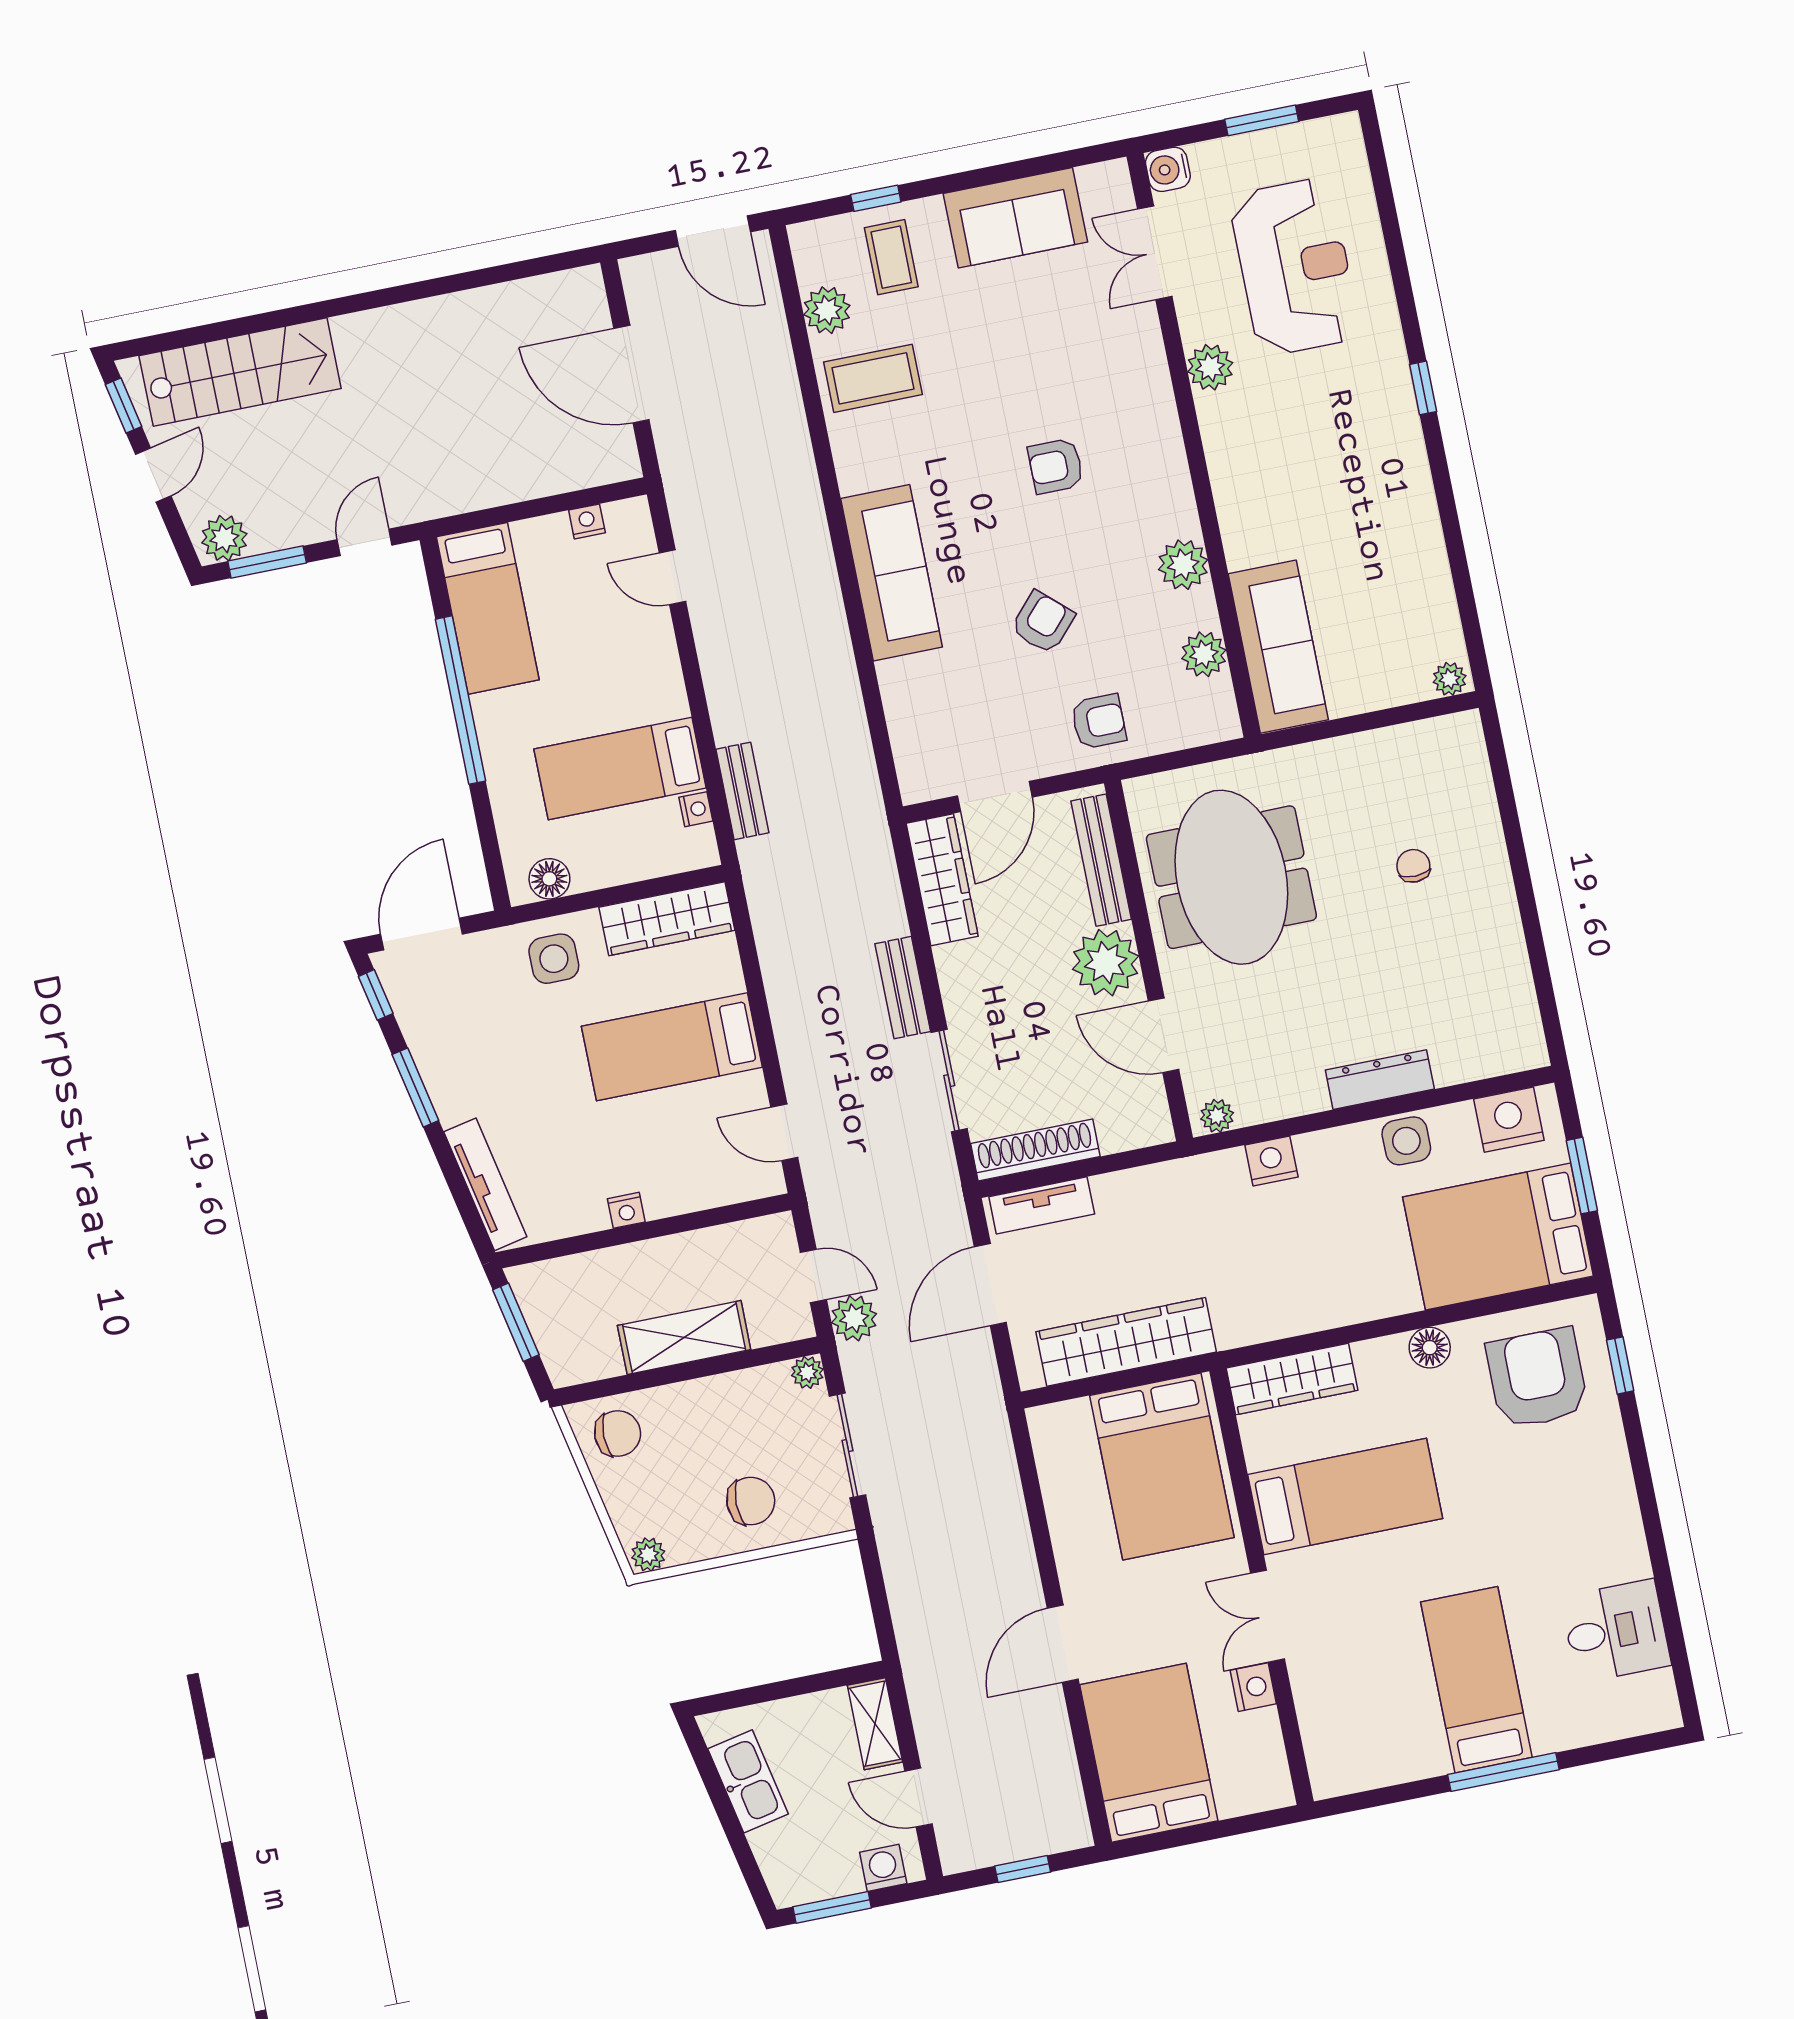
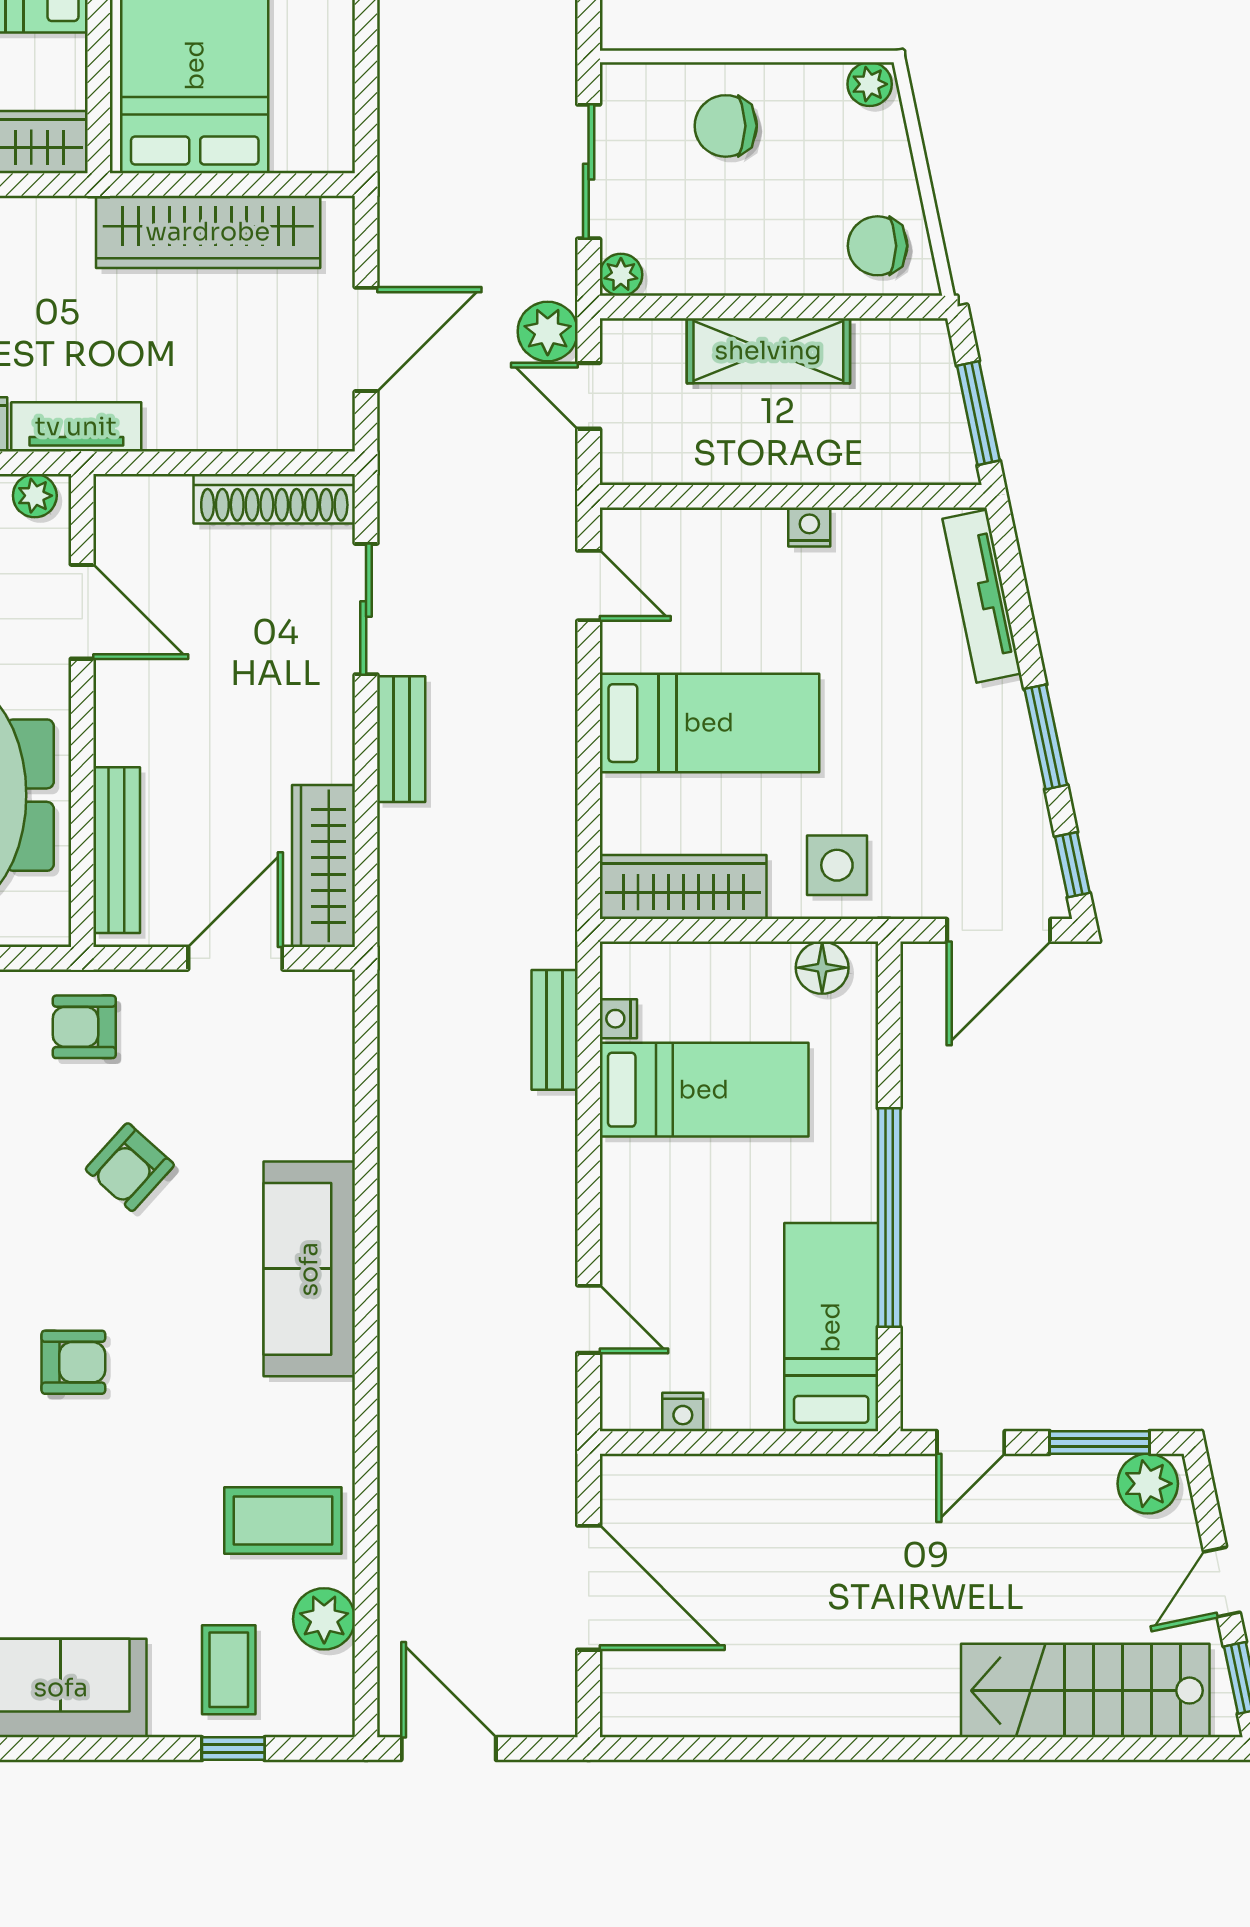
plant: (1106, 963) -> (137, 719), removed
tv unit: (1042, 1205) -> (76, 427), moved

